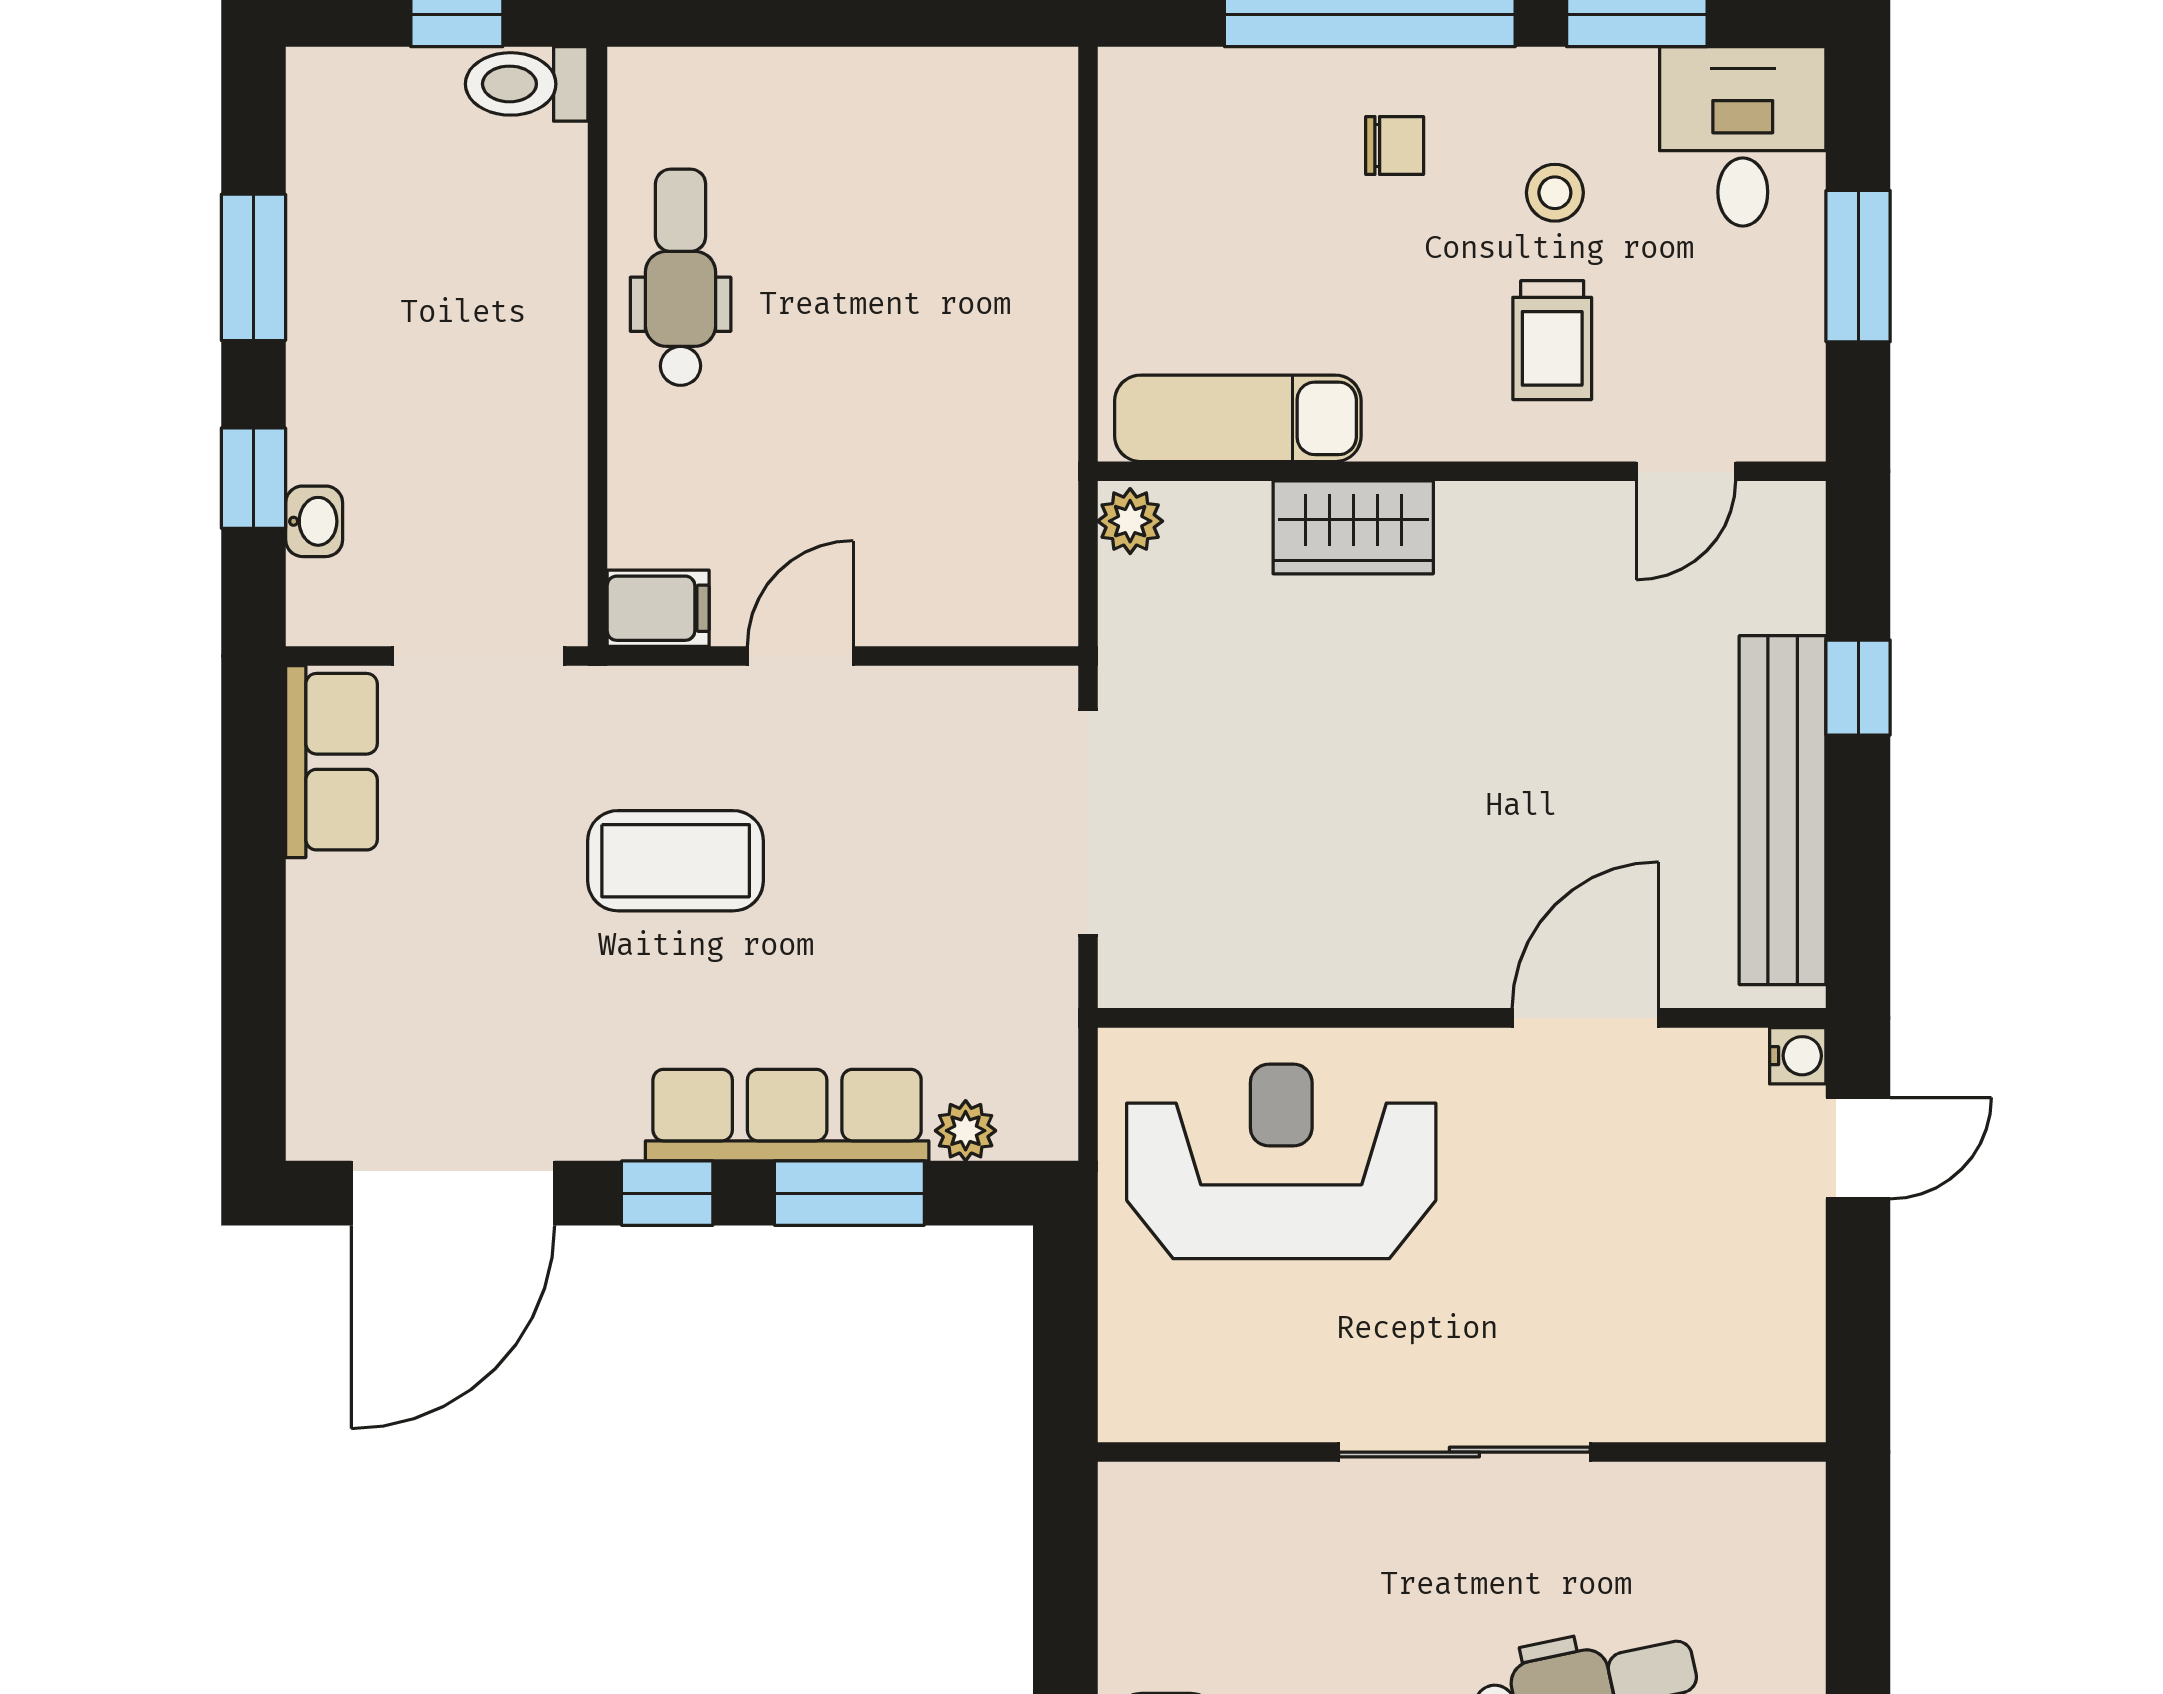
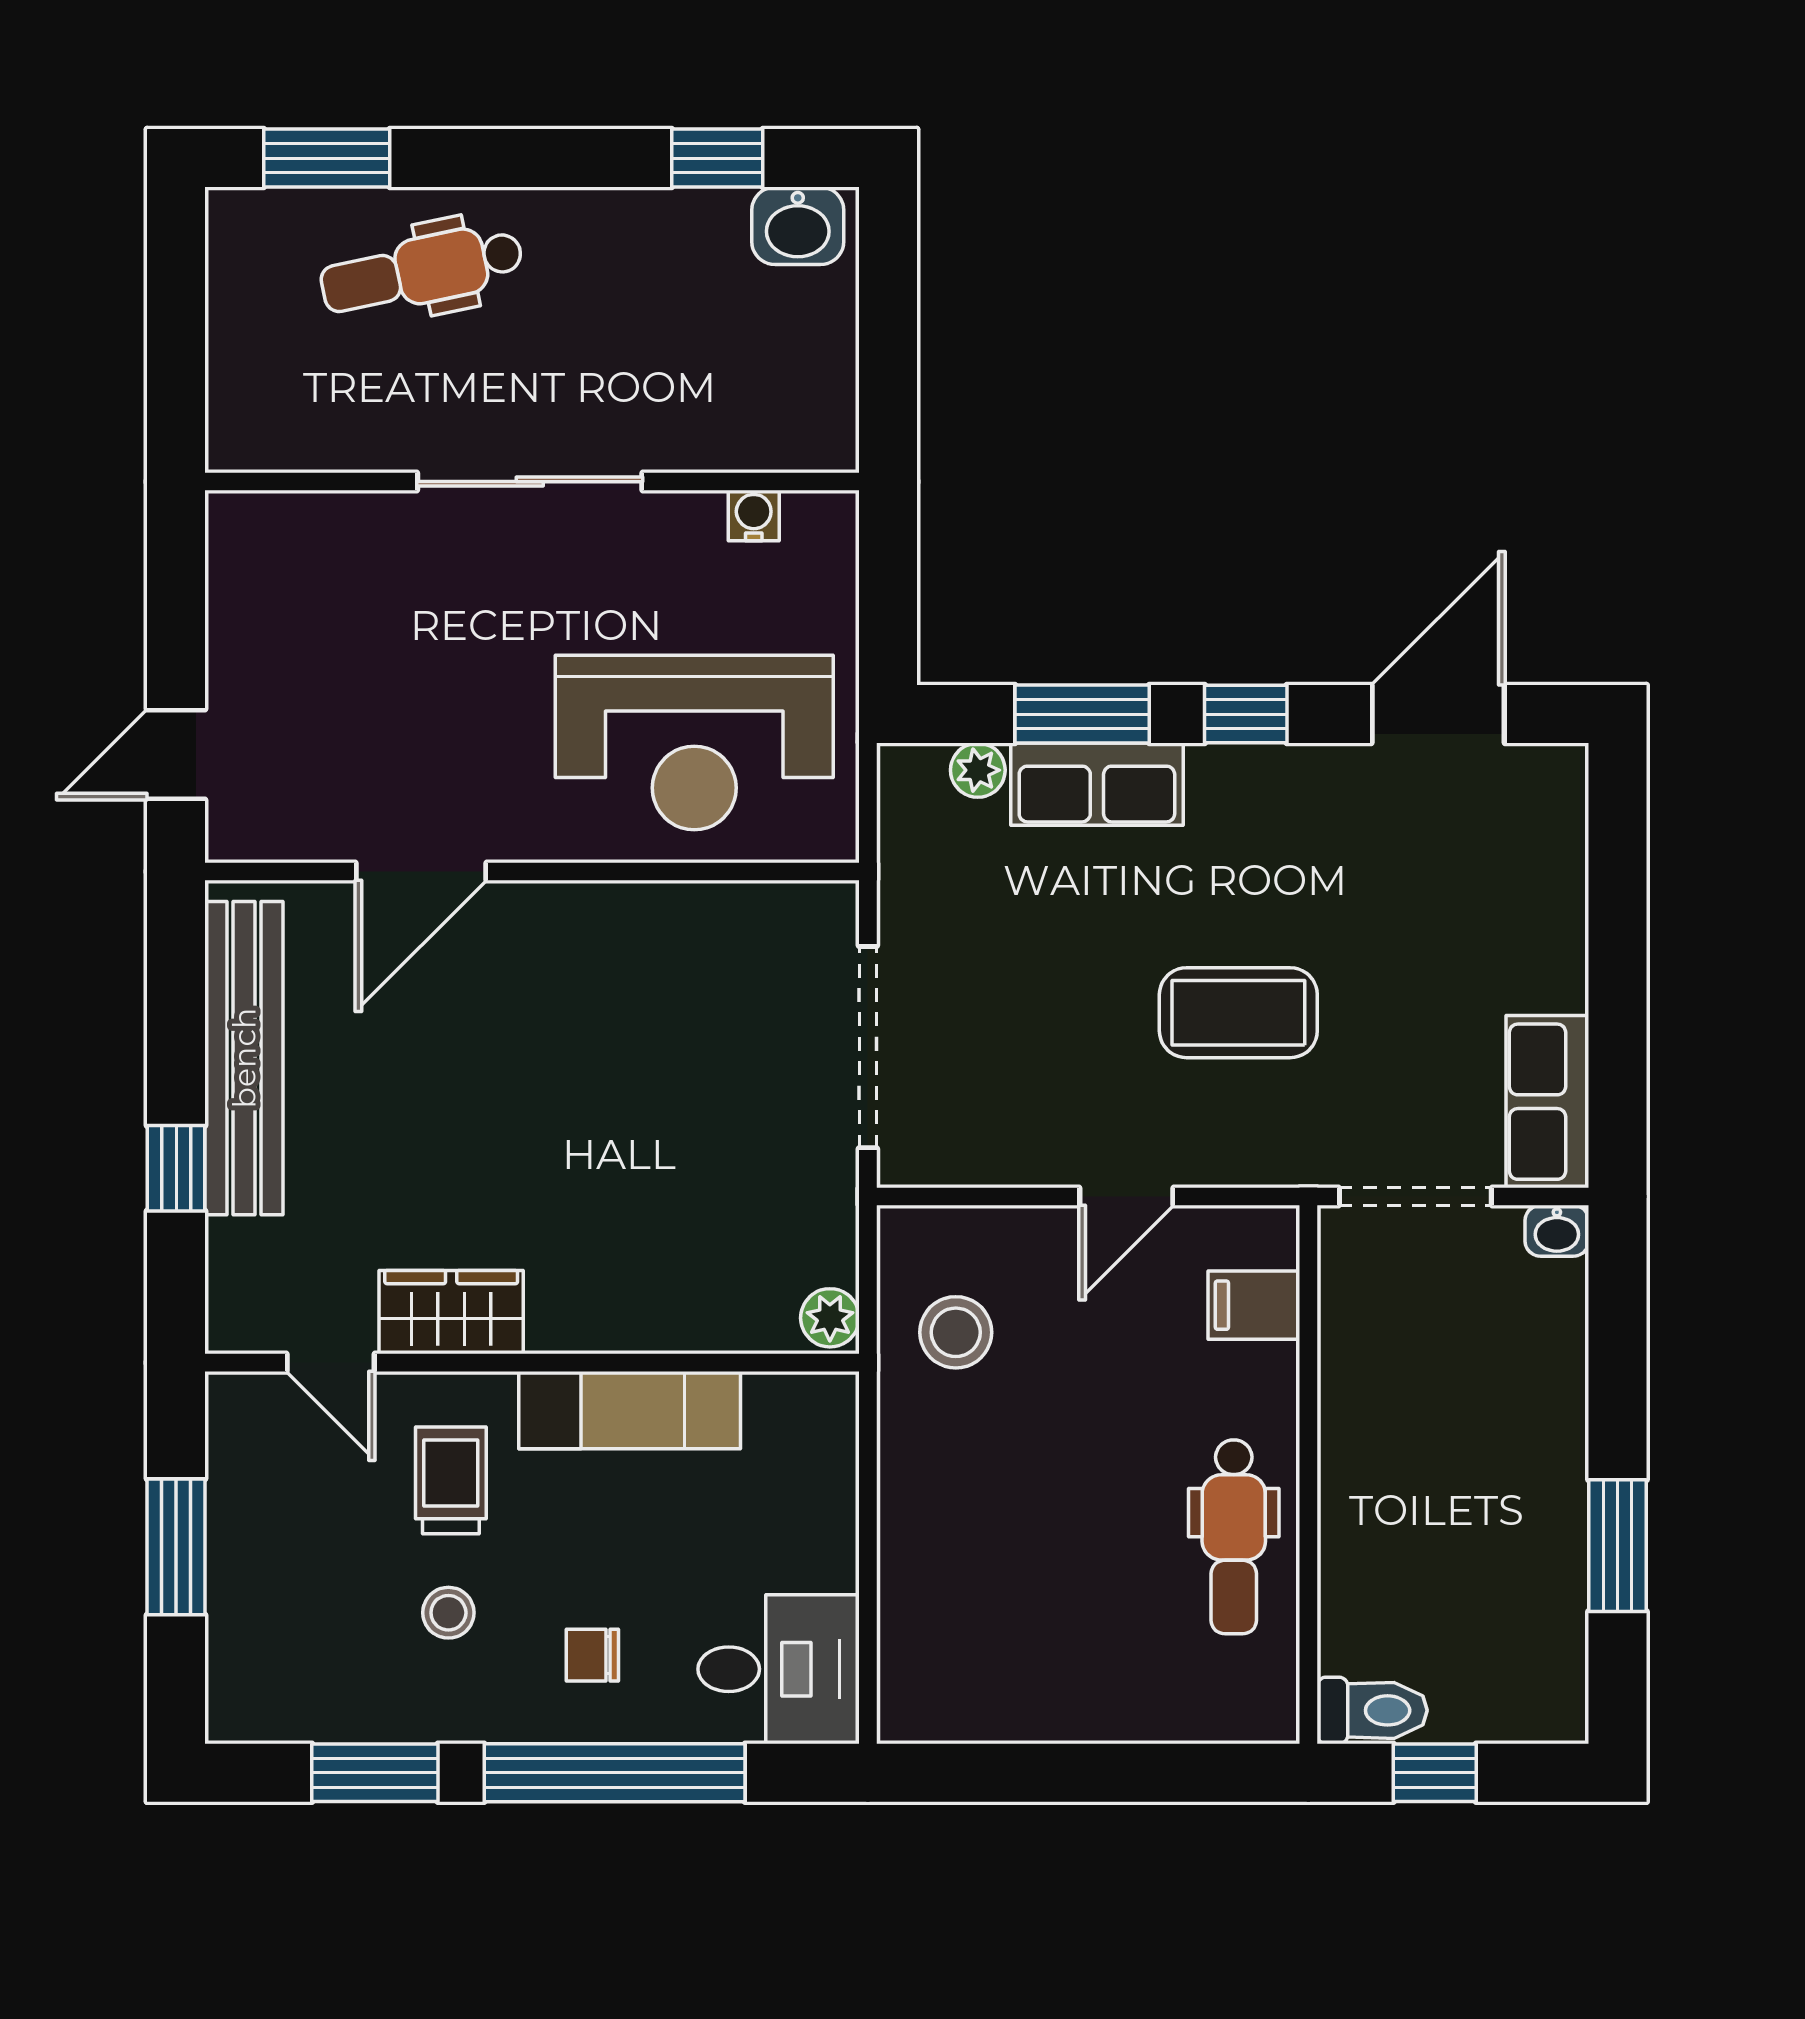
desk: (1743, 136) -> (779, 1669), moved, turned -90
exam couch: (1238, 418) -> (630, 1410), moved
door: (1686, 471) -> (331, 1363), swing flipped
window: (253, 478) -> (1617, 1356), removed
stool: (990, 505) -> (956, 1332), added
washbasin: (314, 521) -> (1557, 1231), moved, turned -90
wardrobe: (1353, 527) -> (451, 1312), moved
filing cabinet: (658, 608) -> (1254, 1305), moved
water cooler: (1798, 1056) -> (754, 516), moved, turned 90
row of seats: (787, 1115) -> (1097, 784), width x0.68
door: (453, 1193) -> (1438, 714), width x0.73

